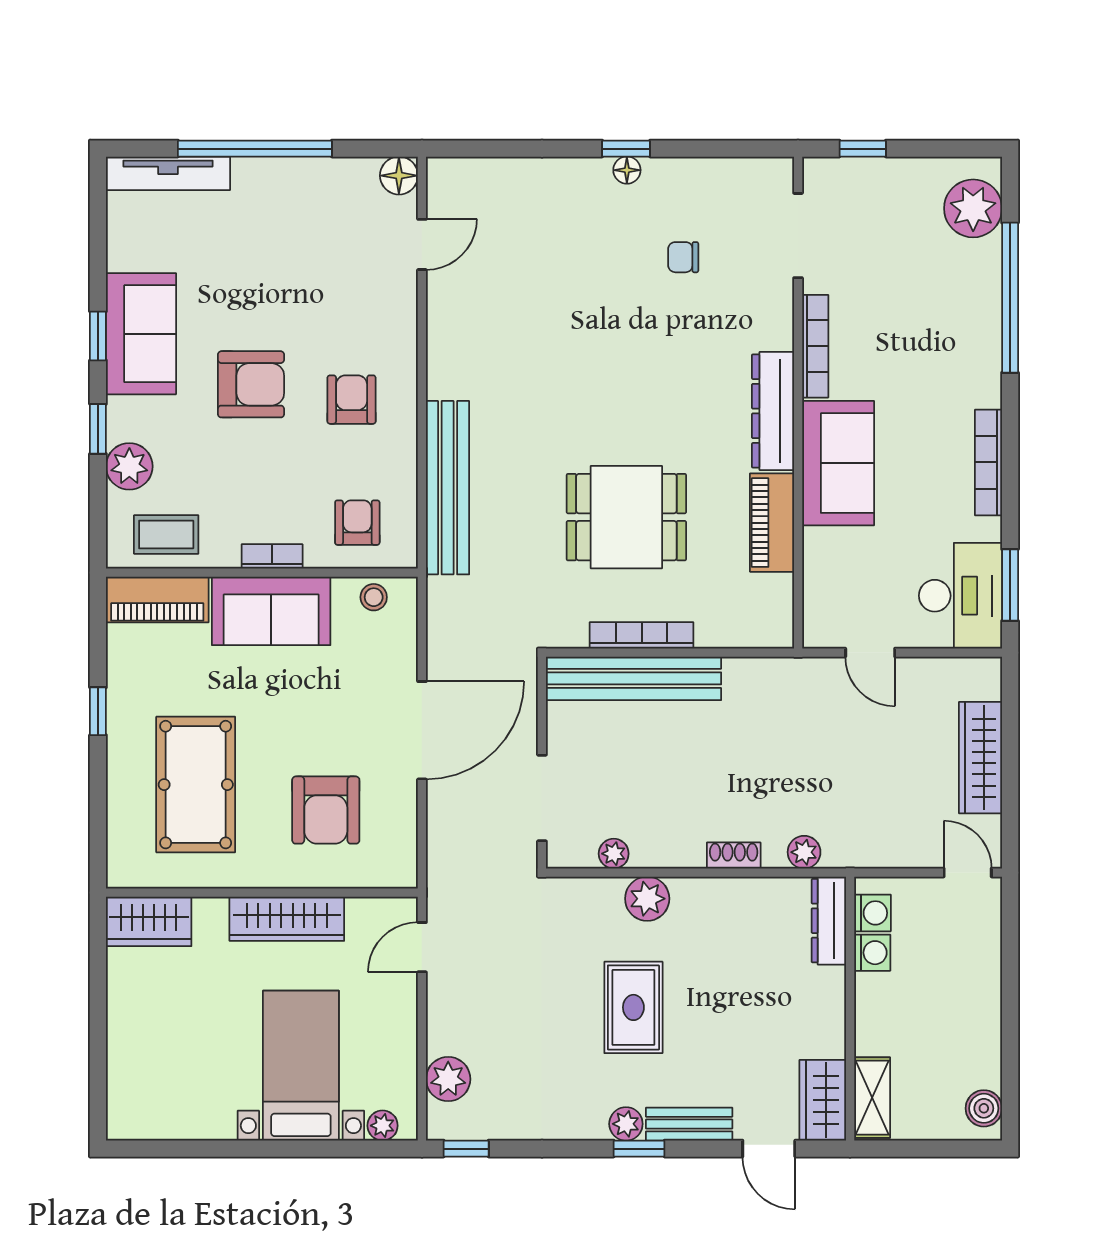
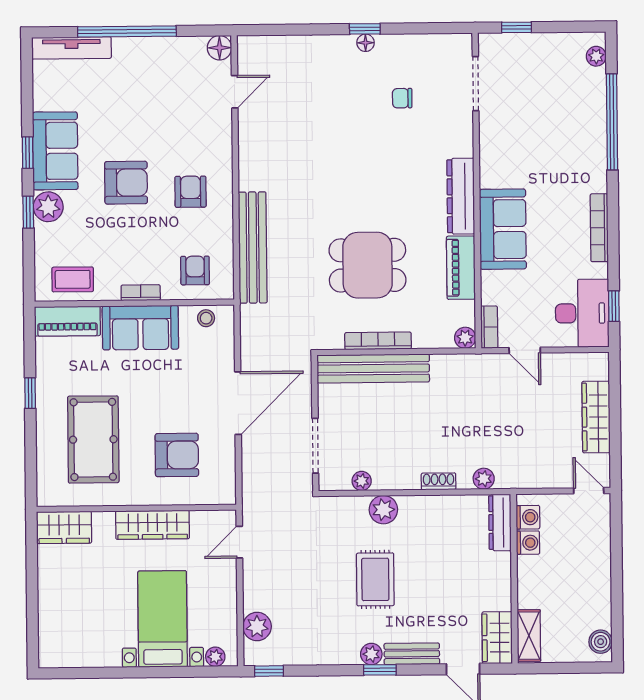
plant: (973, 208) -> (596, 56), width x0.53, depth x0.53
bookcase: (815, 346) -> (489, 327), moved, width x0.64
plant: (129, 466) -> (48, 207), moved
window: (1010, 585) -> (614, 306), width x0.67
plant: (777, 632) -> (465, 338), added
armchair: (326, 810) -> (177, 455), turned -90

